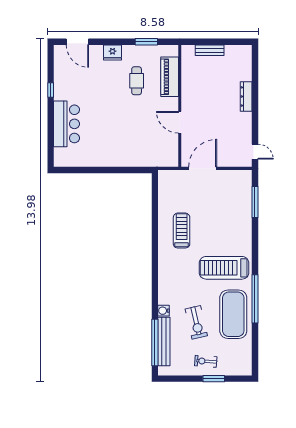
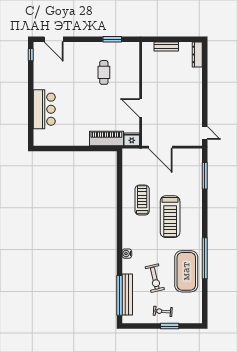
fridge: (113, 52) -> (132, 139), moved, turned 180
piano: (170, 77) -> (106, 139), moved, turned 90
window: (51, 90) -> (31, 55), moved
dresser: (246, 96) -> (197, 54), moved
door: (203, 168) -> (160, 147), swing flipped
treadmill: (224, 268) -> (170, 217), moved, turned -90
water cooler: (163, 311) -> (127, 254), moved

